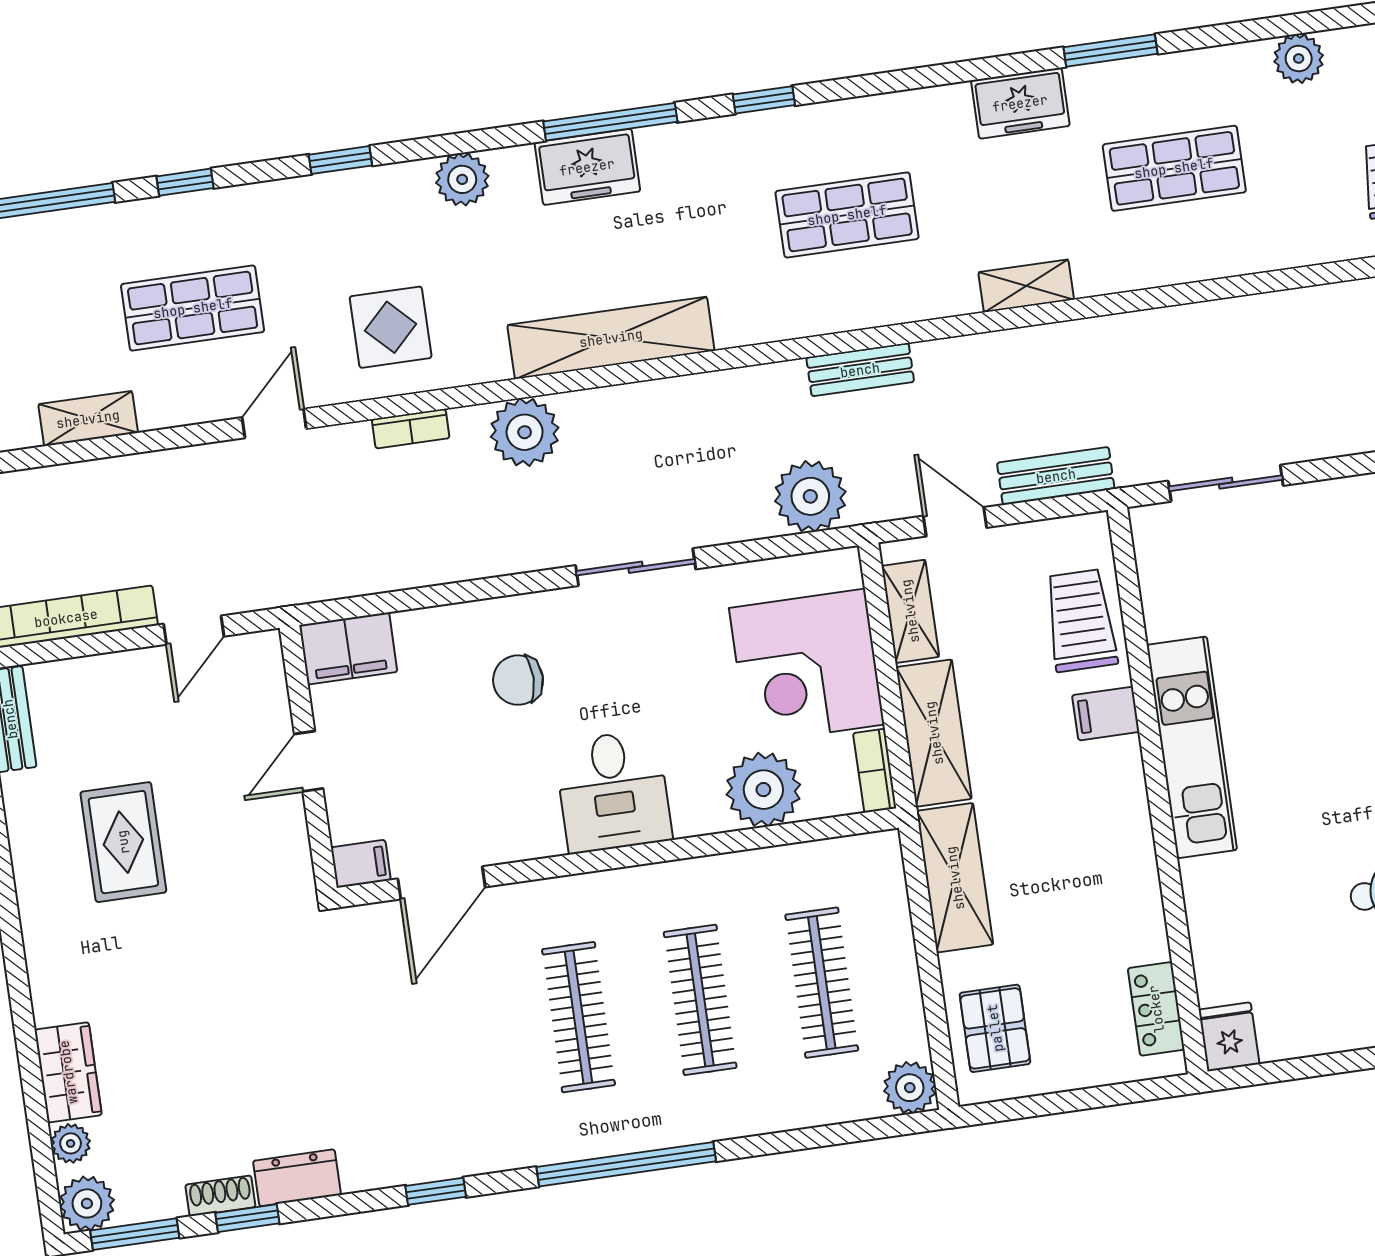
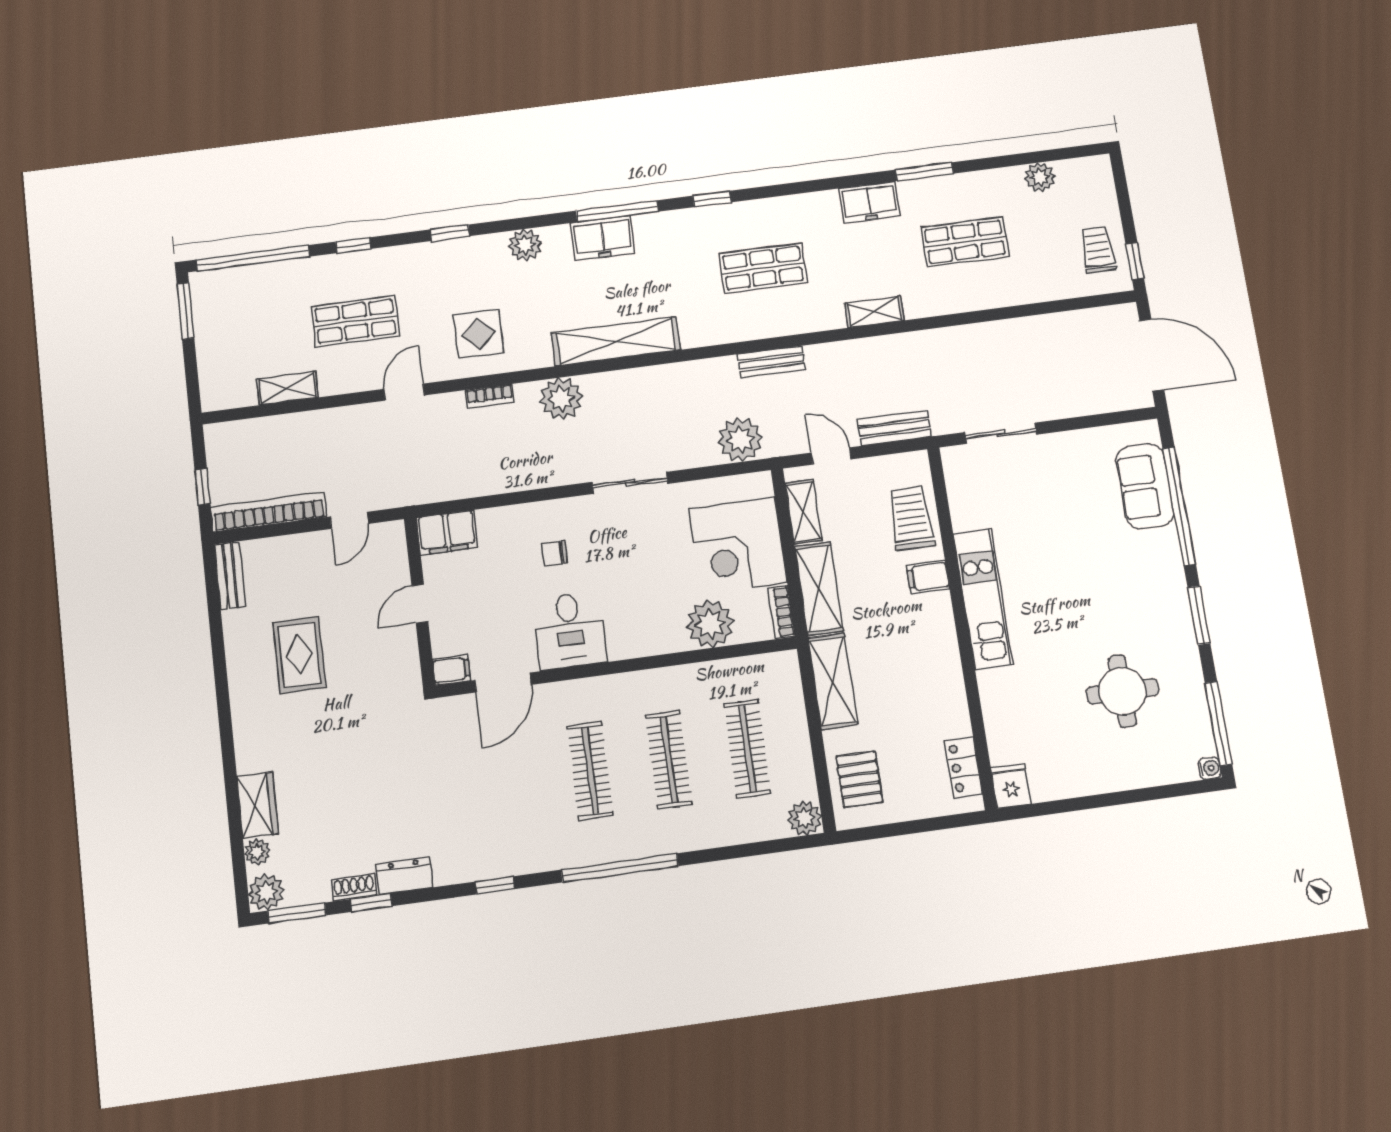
chair: (518, 680) -> (554, 553), width x0.73, depth x0.73
desk: (613, 791) -> (570, 630), moved

